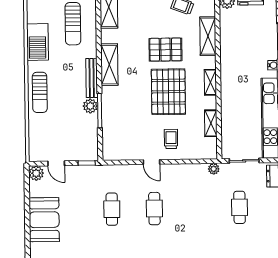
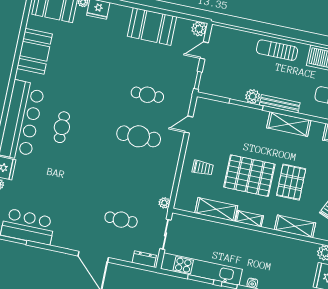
shelving: (211, 123) -> (216, 209), width x1.50, depth x1.33
door: (151, 162) -> (189, 125), moved
cafe table: (154, 209) -> (139, 136), width x1.37, depth x1.35

